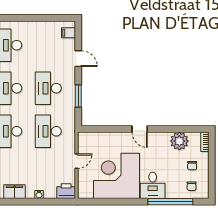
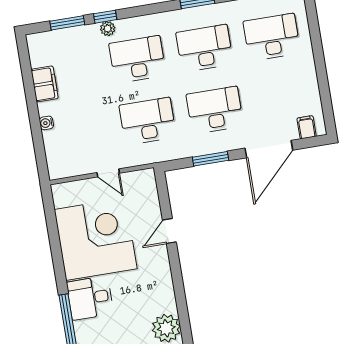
door: (78, 59) -> (269, 149), width x1.87
door: (140, 129) -> (169, 231), moved
printer: (66, 191) -> (59, 164), removed

